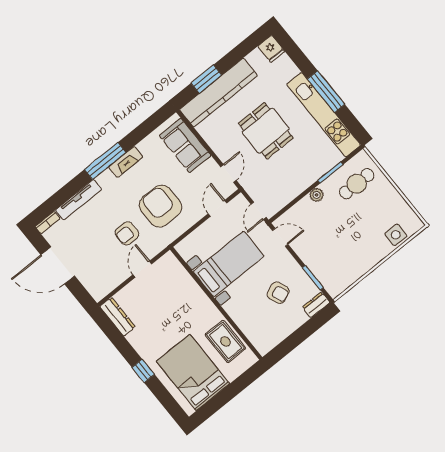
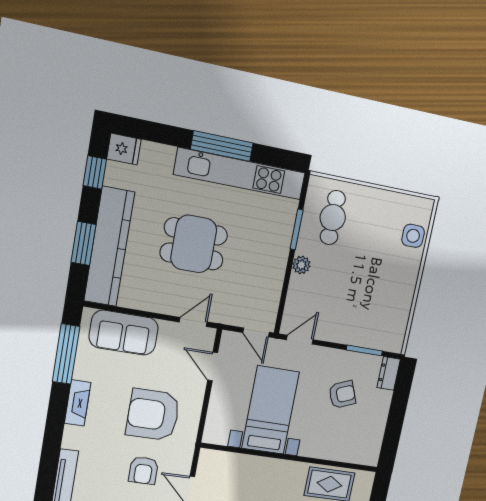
window: (245, 48) -> (95, 172), added
window: (105, 161) -> (66, 354), moved
door: (228, 173) -> (193, 322), hinge flipped

